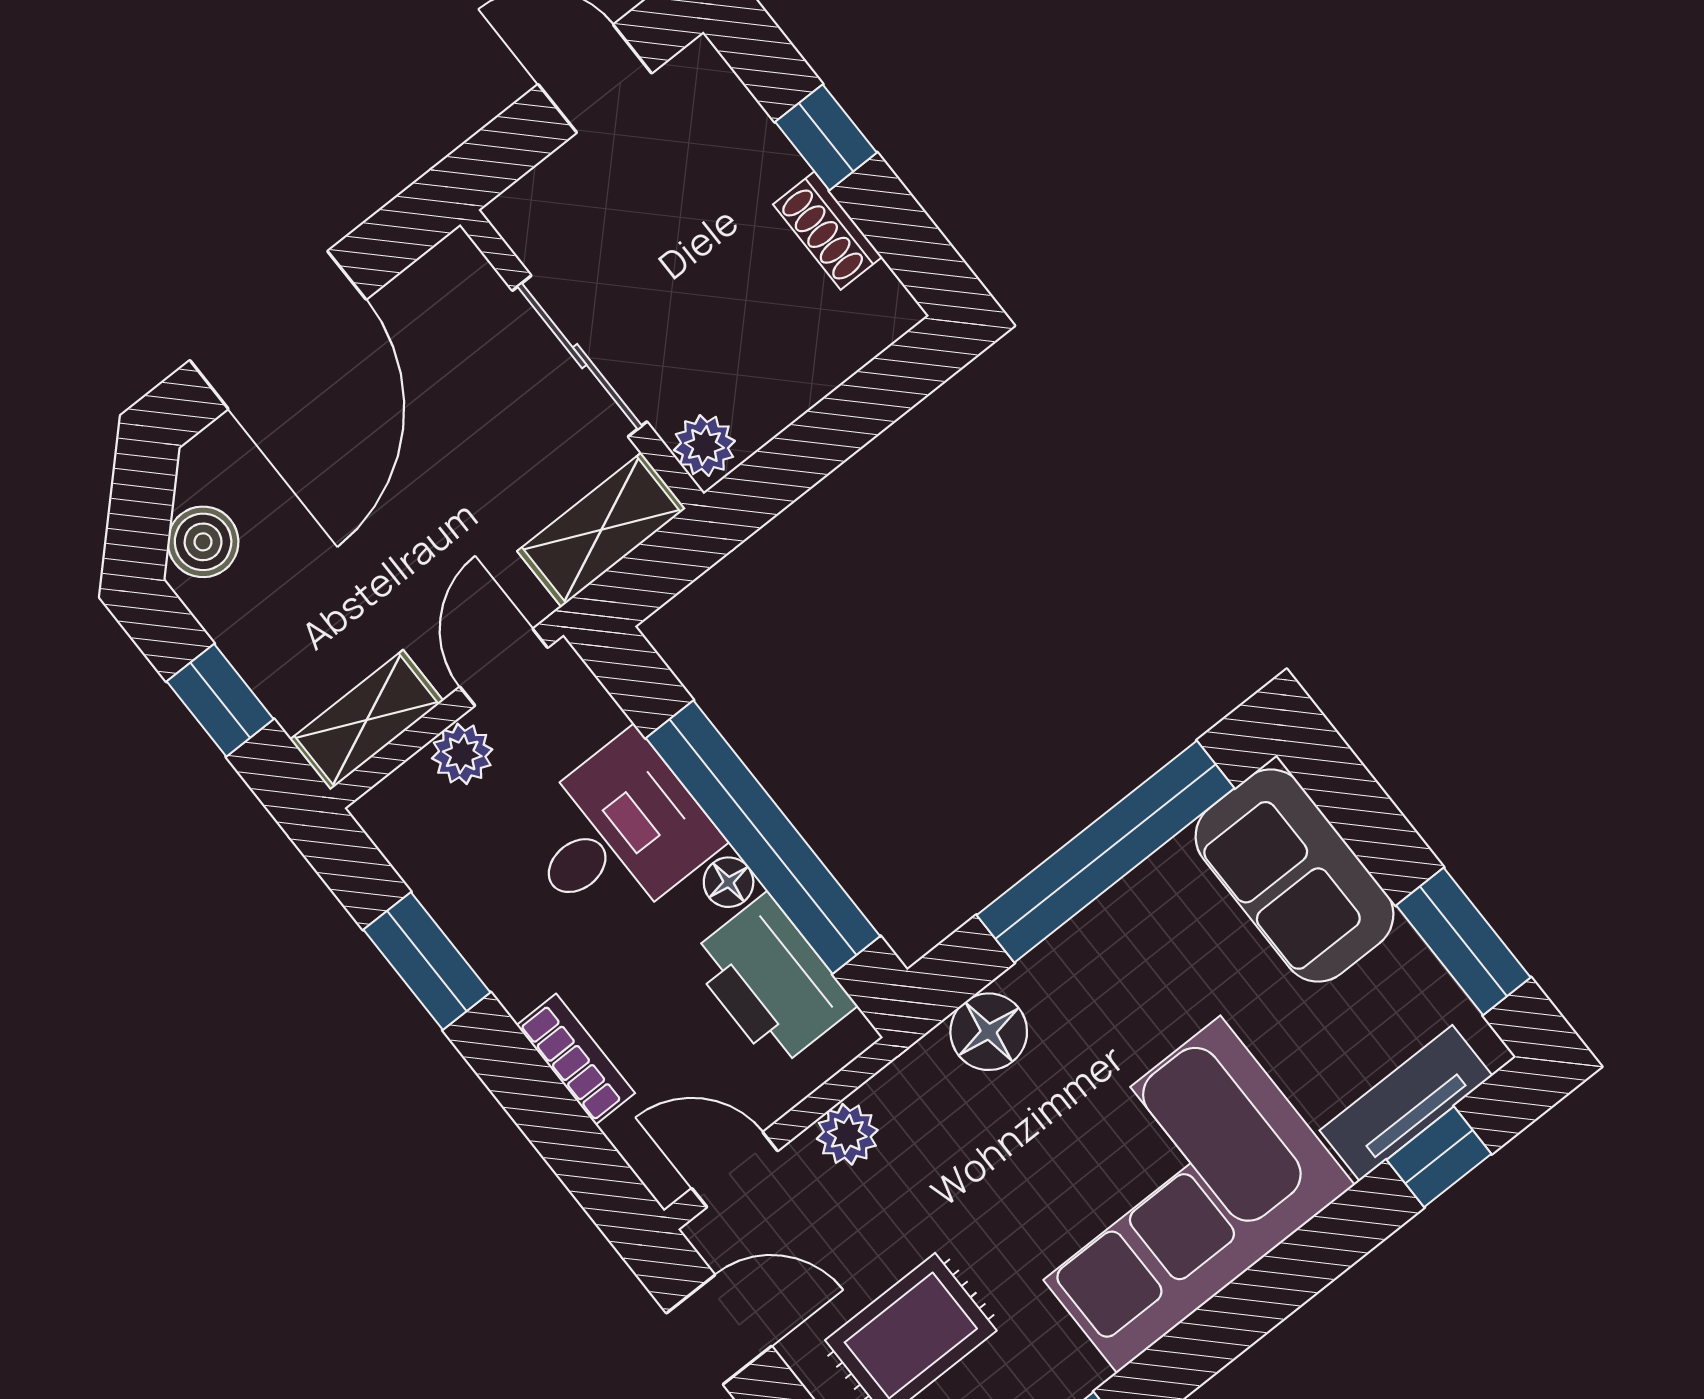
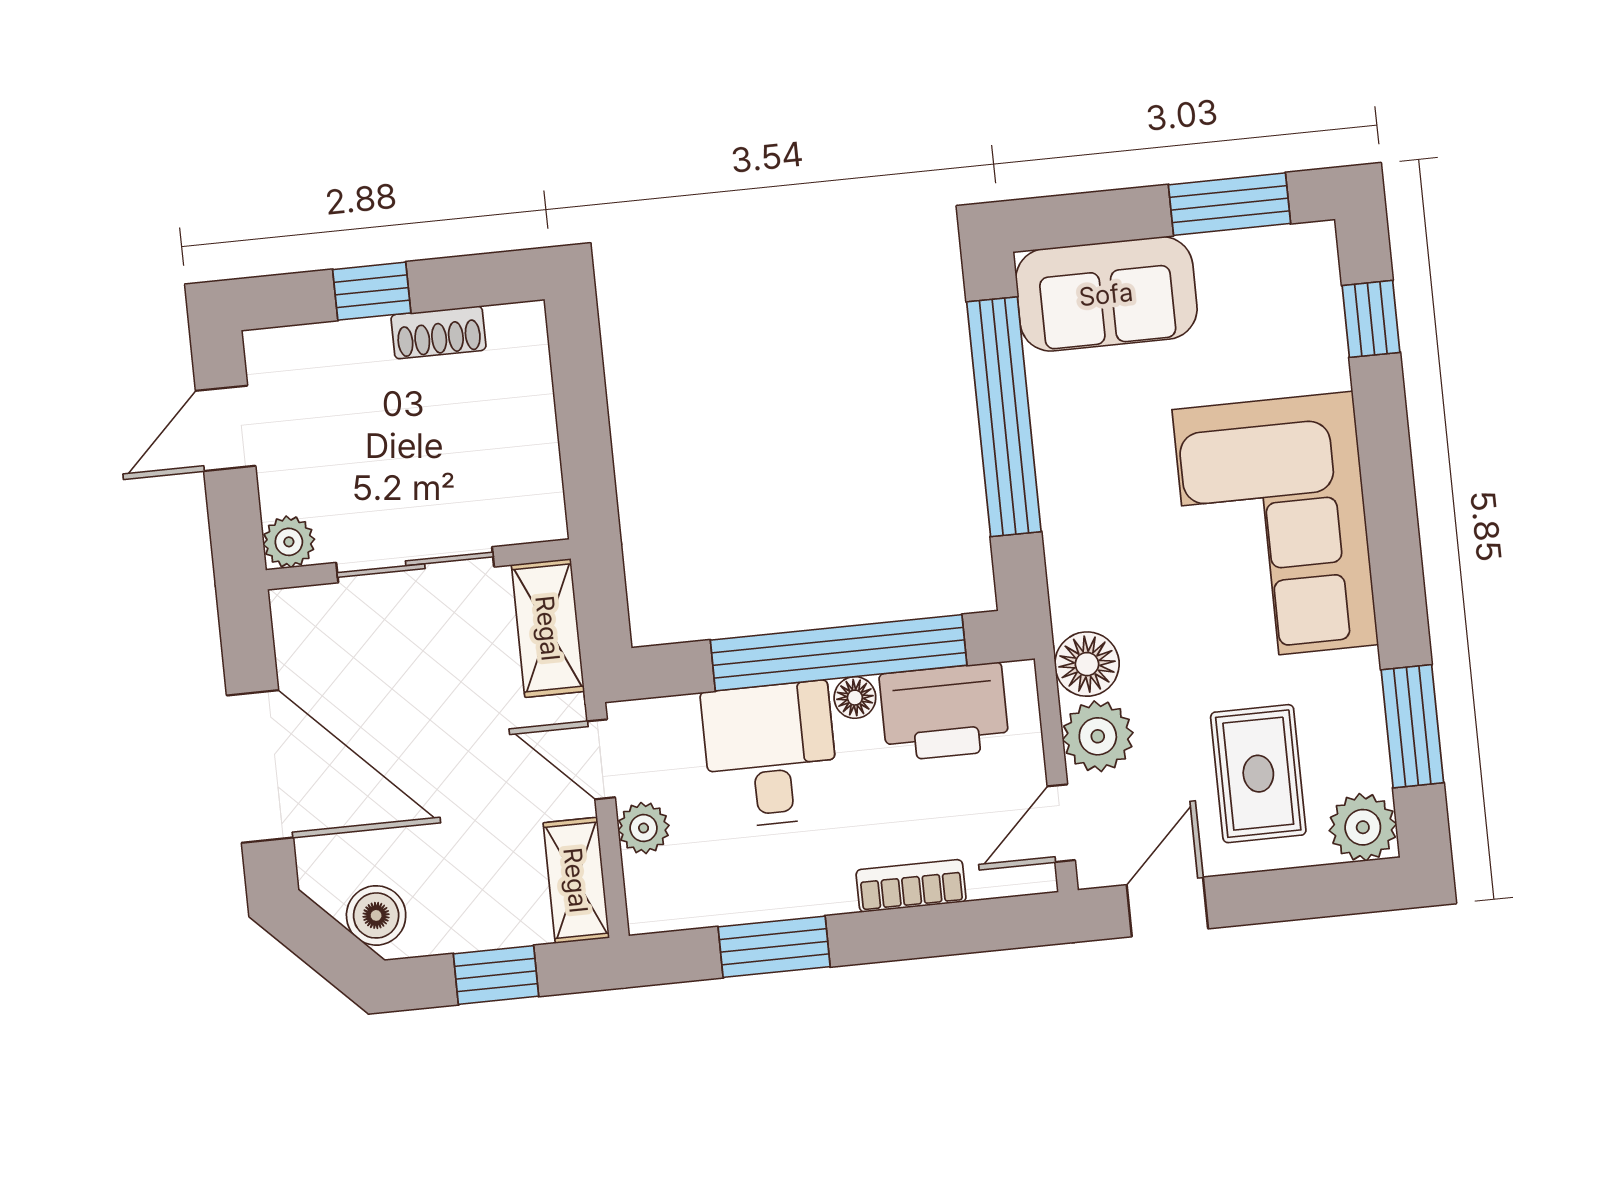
plant: (704, 445) -> (289, 542), moved
floor lamp: (989, 1032) -> (1087, 664), moved
tv unit: (1406, 1103) -> (1318, 318), removed
plant: (847, 1134) -> (1098, 736), width x1.38, depth x1.38

